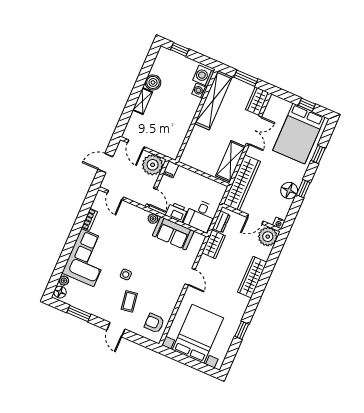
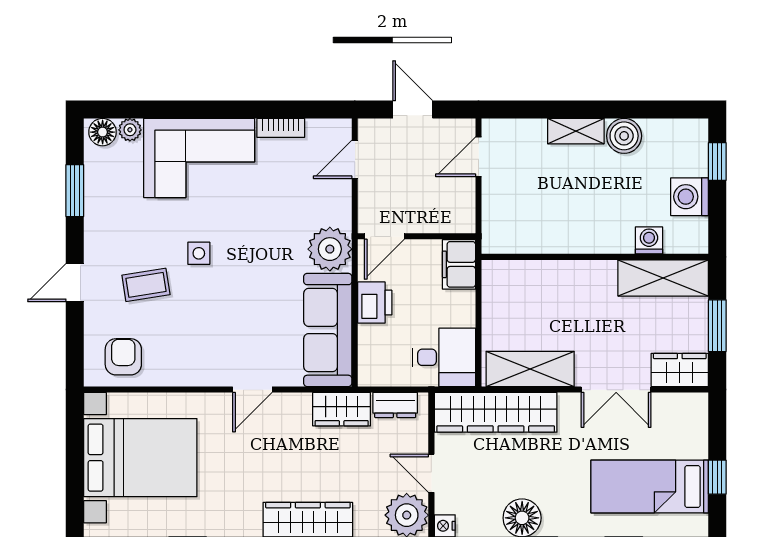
washing machine: (203, 76) -> (690, 197), moved, turned -90
shelving: (213, 100) -> (663, 278), width x0.68
bed: (299, 134) -> (650, 486), width x0.67
plant: (153, 165) -> (452, 210), removed
filing cabinet: (171, 169) -> (459, 264), width x2.00
desk: (200, 216) -> (444, 357), moved, turned 180
plant: (153, 219) -> (330, 249), width x1.88, depth x1.88
sofa: (173, 233) -> (328, 330), width x1.36

